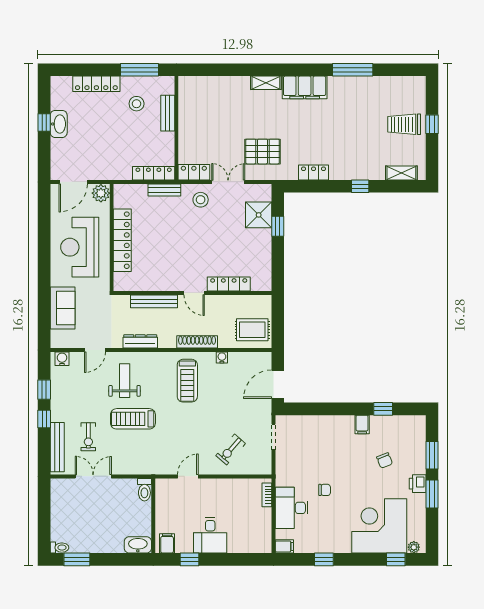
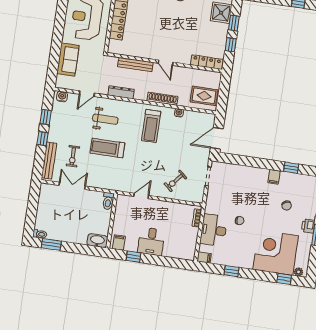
window: (278, 256) -> (231, 45), added
locker: (229, 284) -> (207, 62), moved
weight bench: (125, 381) -> (105, 119), turned 90

